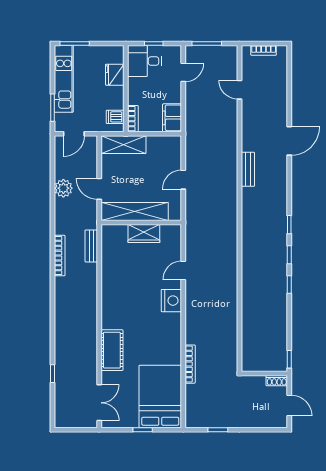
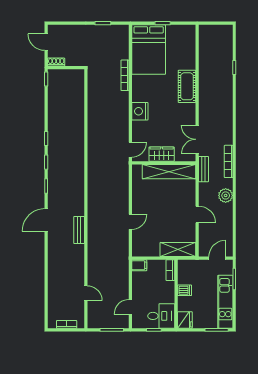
fridge: (115, 75) -> (185, 320), moved
dishwasher: (115, 117) -> (185, 290), moved
filing cabinet: (172, 118) -> (139, 265), width x0.50
door: (289, 141) -> (46, 220), moved
plant: (63, 188) -> (226, 195), moved
shelving: (135, 212) -> (169, 172), moved
wall: (141, 223) -> (164, 163), moved
wardrobe: (144, 234) -> (162, 154), moved
nightstand: (171, 301) -> (140, 111), moved
double door: (99, 403) -> (197, 139), moved

